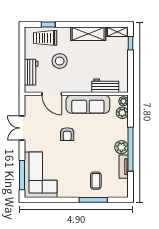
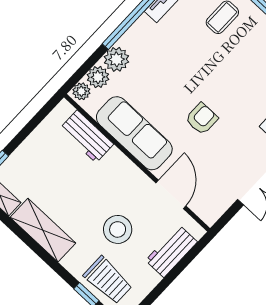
plant: (121, 147) -> (117, 59), moved

